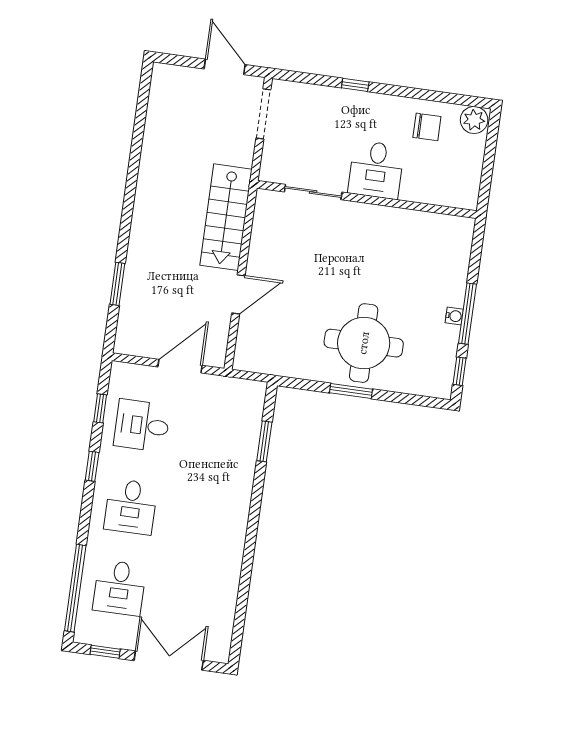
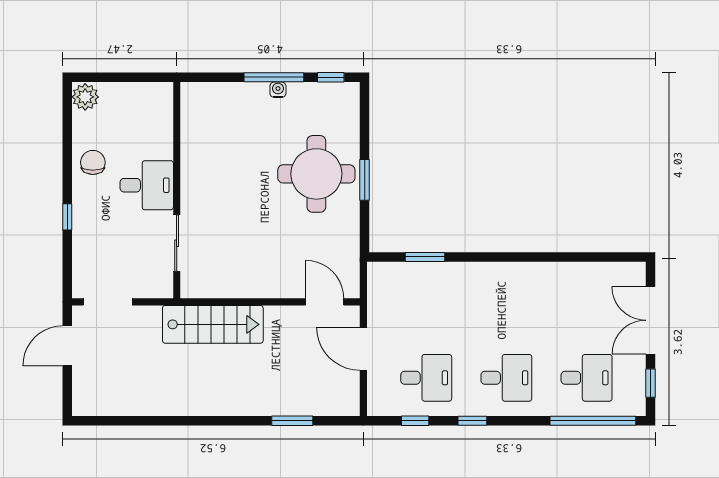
chair: (427, 127) -> (93, 162), moved
door: (238, 294) -> (325, 302), moved
desk: (142, 426) -> (426, 378), turned -90

